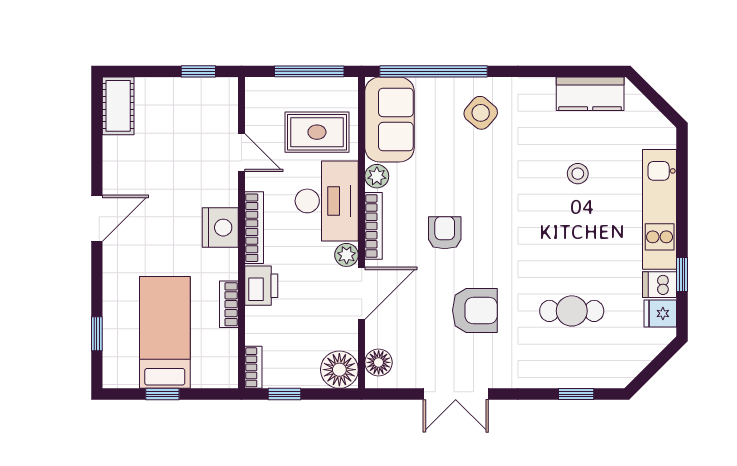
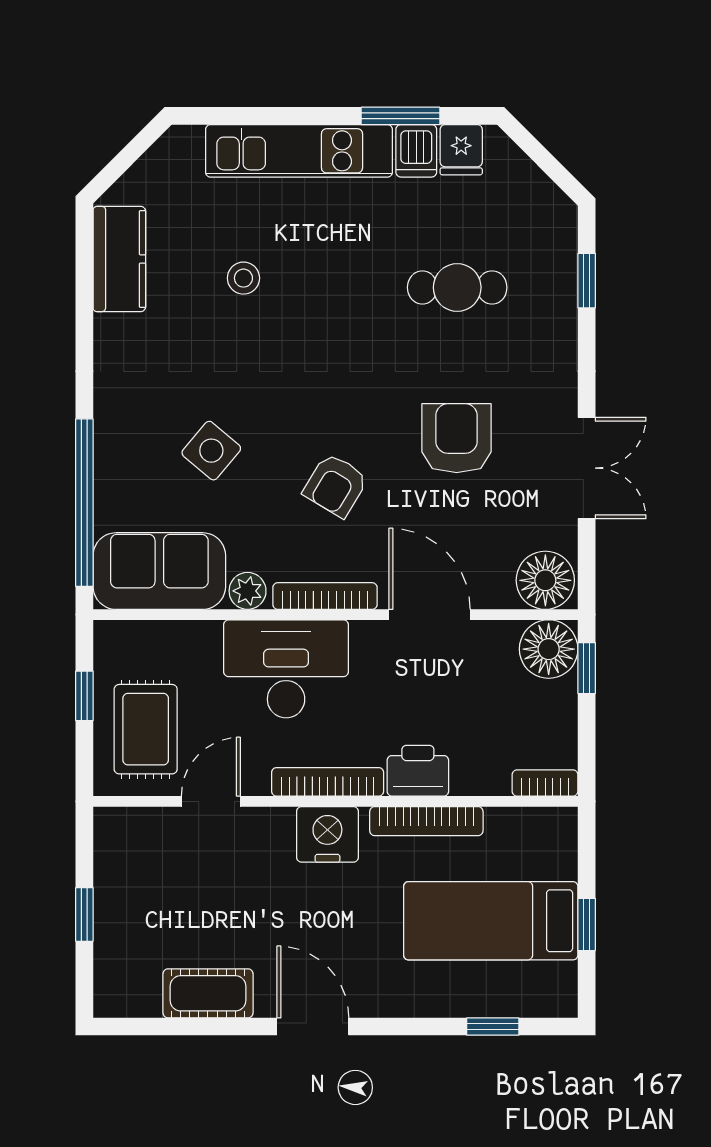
window: (198, 71) -> (84, 914), moved
window: (309, 71) -> (84, 696), width x0.46
cot: (118, 106) -> (208, 993), moved
side table: (481, 113) -> (211, 451), moved
rug: (317, 132) -> (146, 729), moved
armchair: (445, 233) -> (336, 485), turned -59
plant: (347, 255) -> (370, 638), removed
window: (682, 275) -> (401, 116), width x1.50
bookcase: (229, 304) -> (426, 821), width x1.56
cafe table: (572, 311) -> (457, 287), turned 90
floor lamp: (379, 362) -> (545, 580), width x1.38, depth x1.38
window: (285, 394) -> (587, 668), moved

